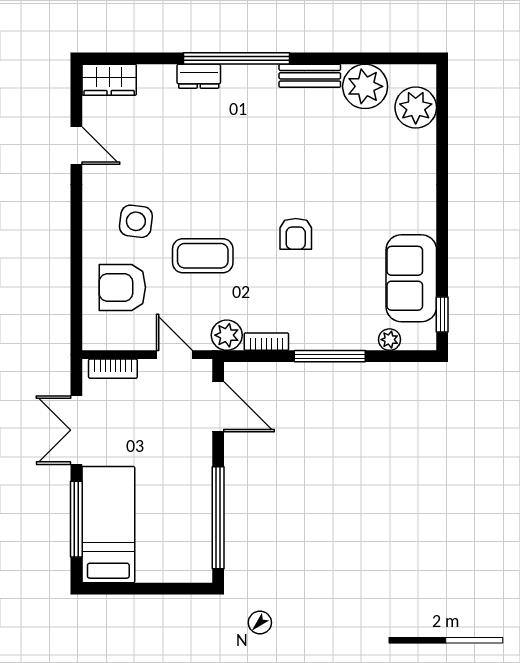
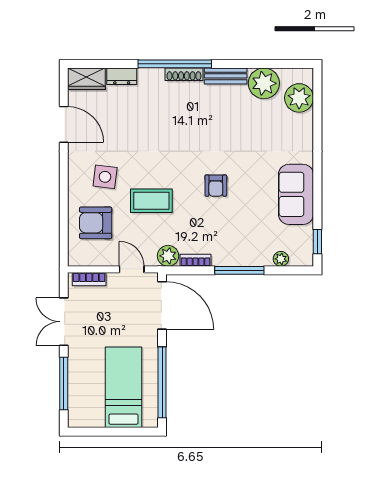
shoe rack: (250, 73) -> (184, 74), added
dresser: (199, 76) -> (122, 76), moved
door: (76, 146) -> (64, 124), width x1.38
sofa: (411, 278) -> (296, 194), moved
door: (218, 407) -> (162, 305), width x1.36
bed: (108, 525) -> (123, 387), moved

